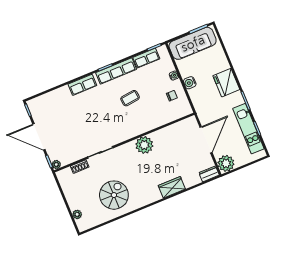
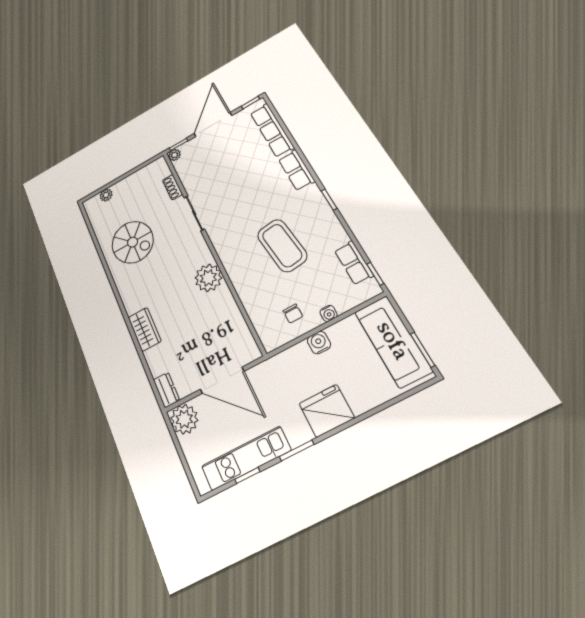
row of seats: (116, 71) -> (272, 130), moved
coffee table: (130, 98) -> (282, 245), width x1.86, depth x1.72

